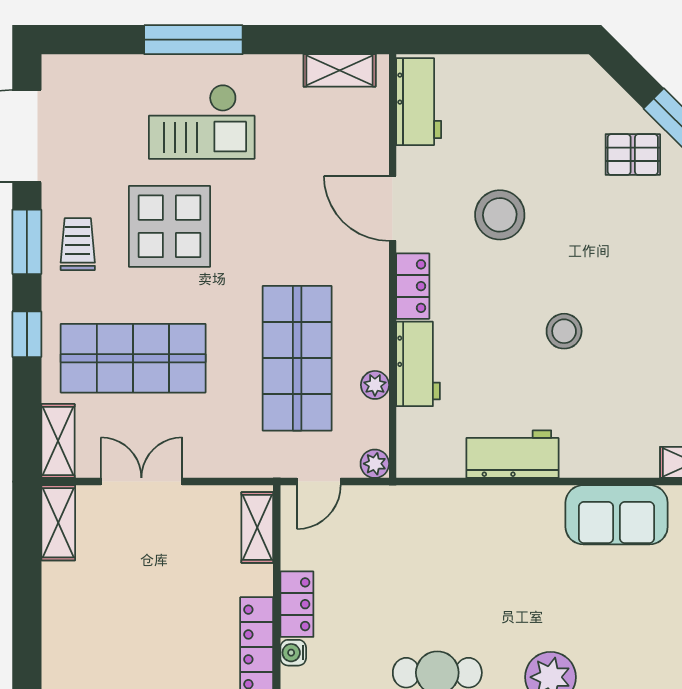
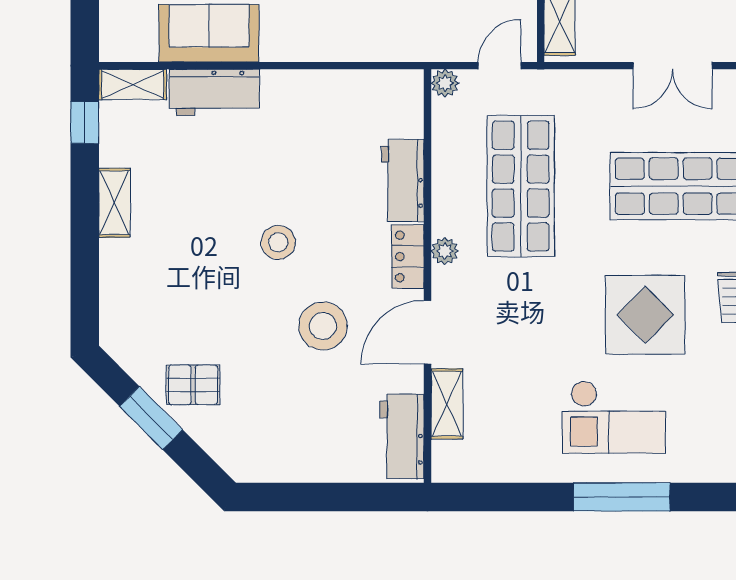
shelving: (340, 70) -> (447, 404), moved, turned 90
checkout: (202, 122) -> (614, 417), turned 180
door: (393, 208) -> (427, 332), swing flipped
stool: (564, 331) -> (278, 242), moved
plant: (375, 385) -> (445, 251), moved
workbench: (512, 454) -> (214, 92), moved

